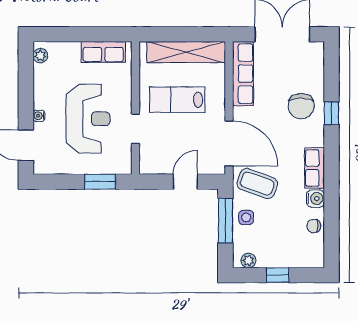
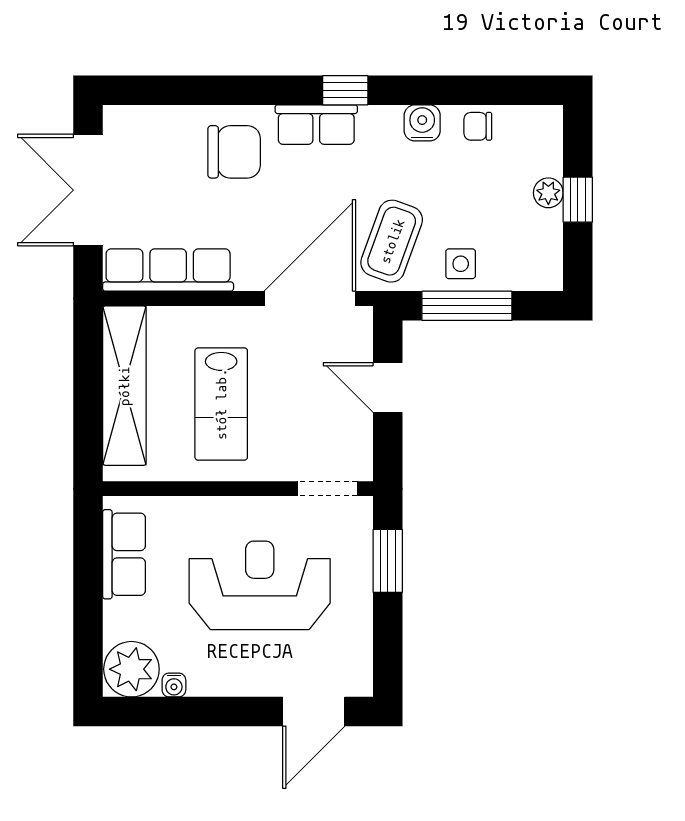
plant: (40, 56) -> (131, 669), width x1.88, depth x1.88
window: (331, 113) -> (345, 90), moved
water cooler: (39, 116) -> (174, 685), moved
doorway: (136, 129) -> (327, 489), moved
row of seats: (315, 168) -> (316, 125), moved
chair: (314, 226) -> (478, 126), turned 90
plant: (248, 261) -> (548, 193), moved

